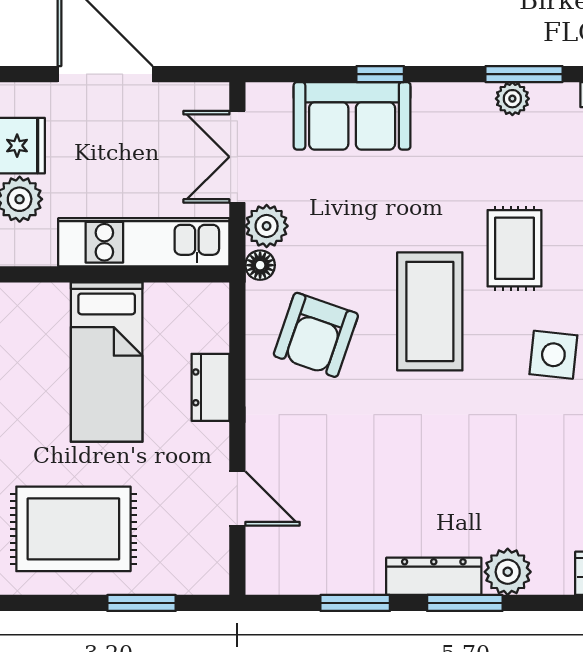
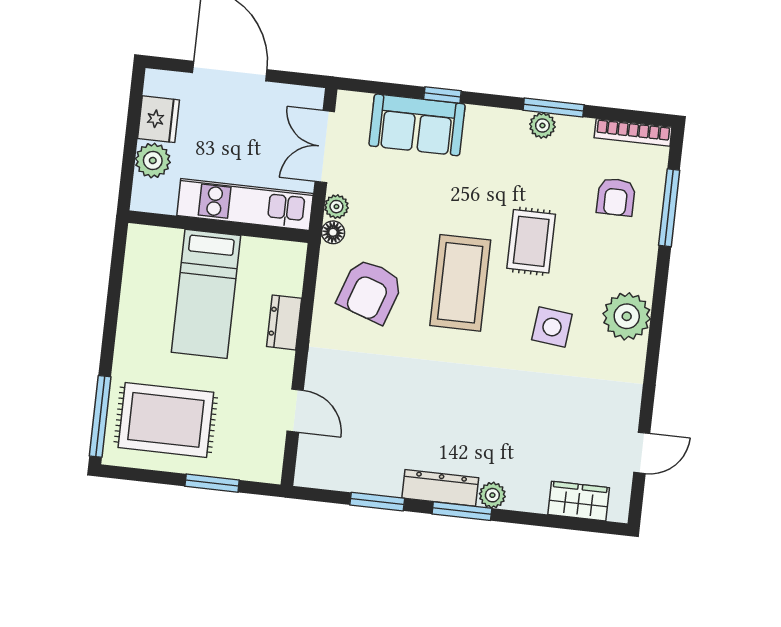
plant: (267, 226) -> (336, 207), width x0.73, depth x0.73
plant: (508, 572) -> (492, 495), width x0.73, depth x0.73

